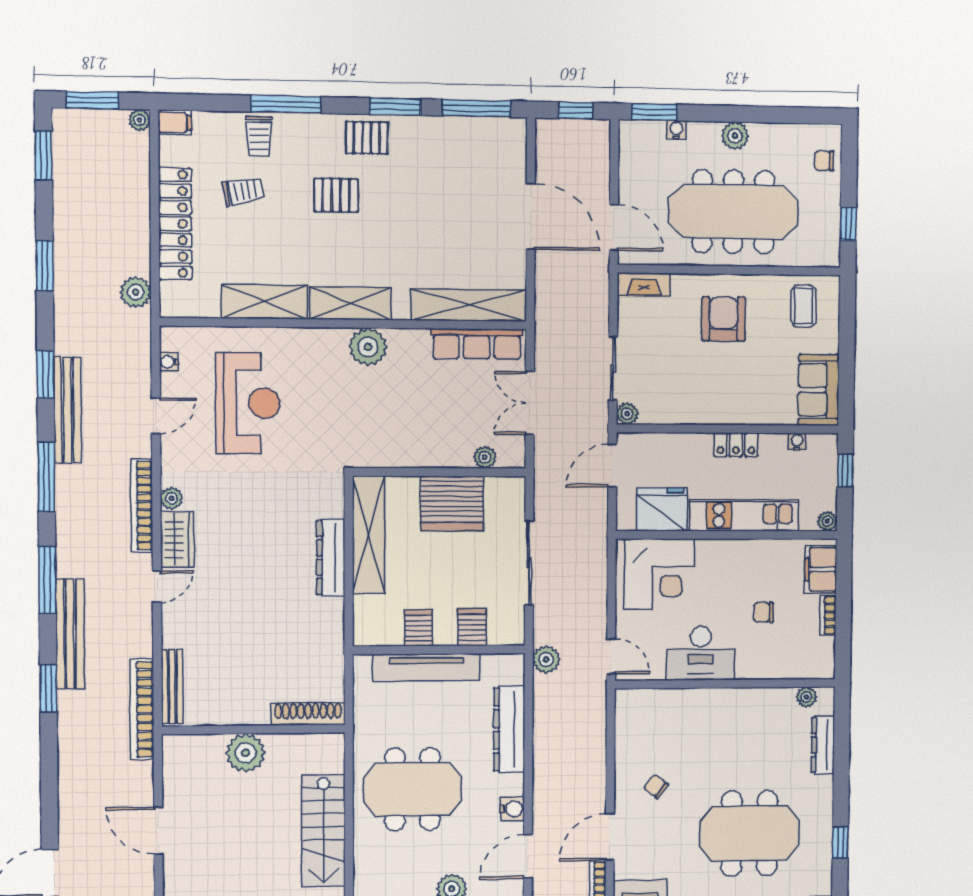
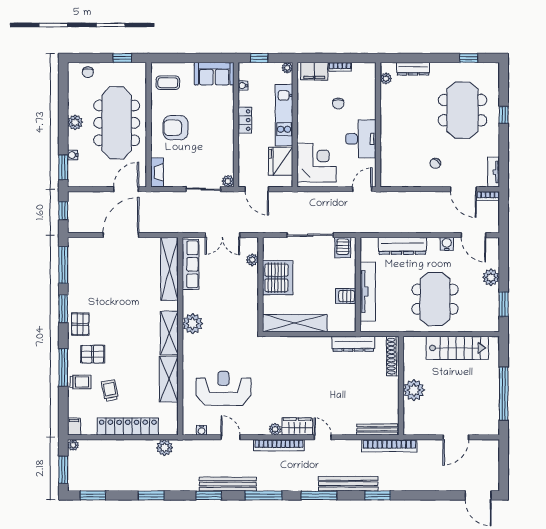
pallet: (336, 195) -> (93, 354), moved, turned 90
dresser: (331, 558) -> (353, 344), moved
server rack: (472, 627) -> (343, 248), moved, turned -90
plant: (546, 660) -> (364, 225), removed

